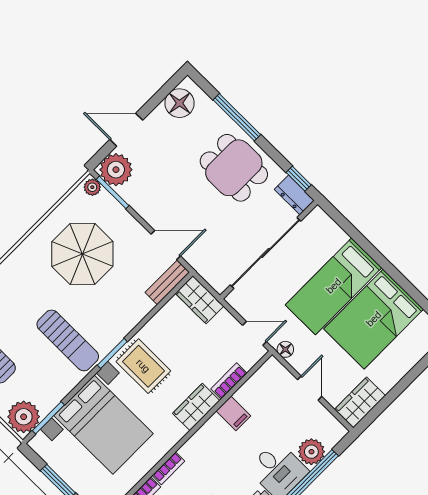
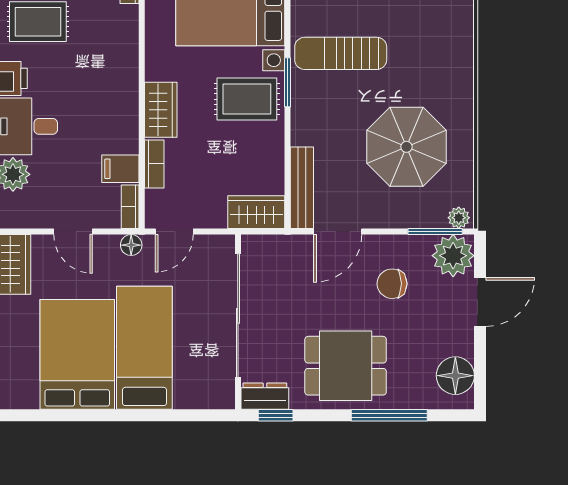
chair: (164, 187) -> (392, 284), added
bench: (167, 282) -> (302, 188), width x1.36
filing cabinet: (233, 413) -> (120, 169), moved
bookcase: (168, 468) -> (130, 207), moved

